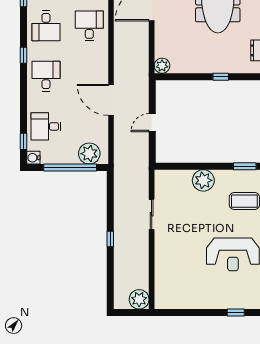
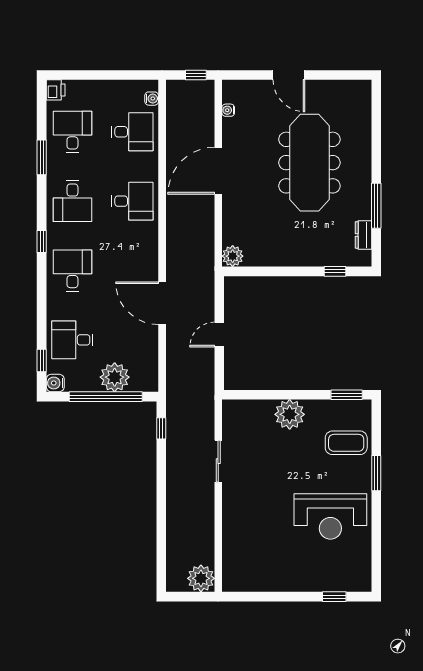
desk: (89, 26) -> (132, 201), turned 90
window: (221, 77) -> (335, 271), moved
plant: (89, 154) -> (115, 377), moved
window: (110, 239) -> (161, 428), moved

